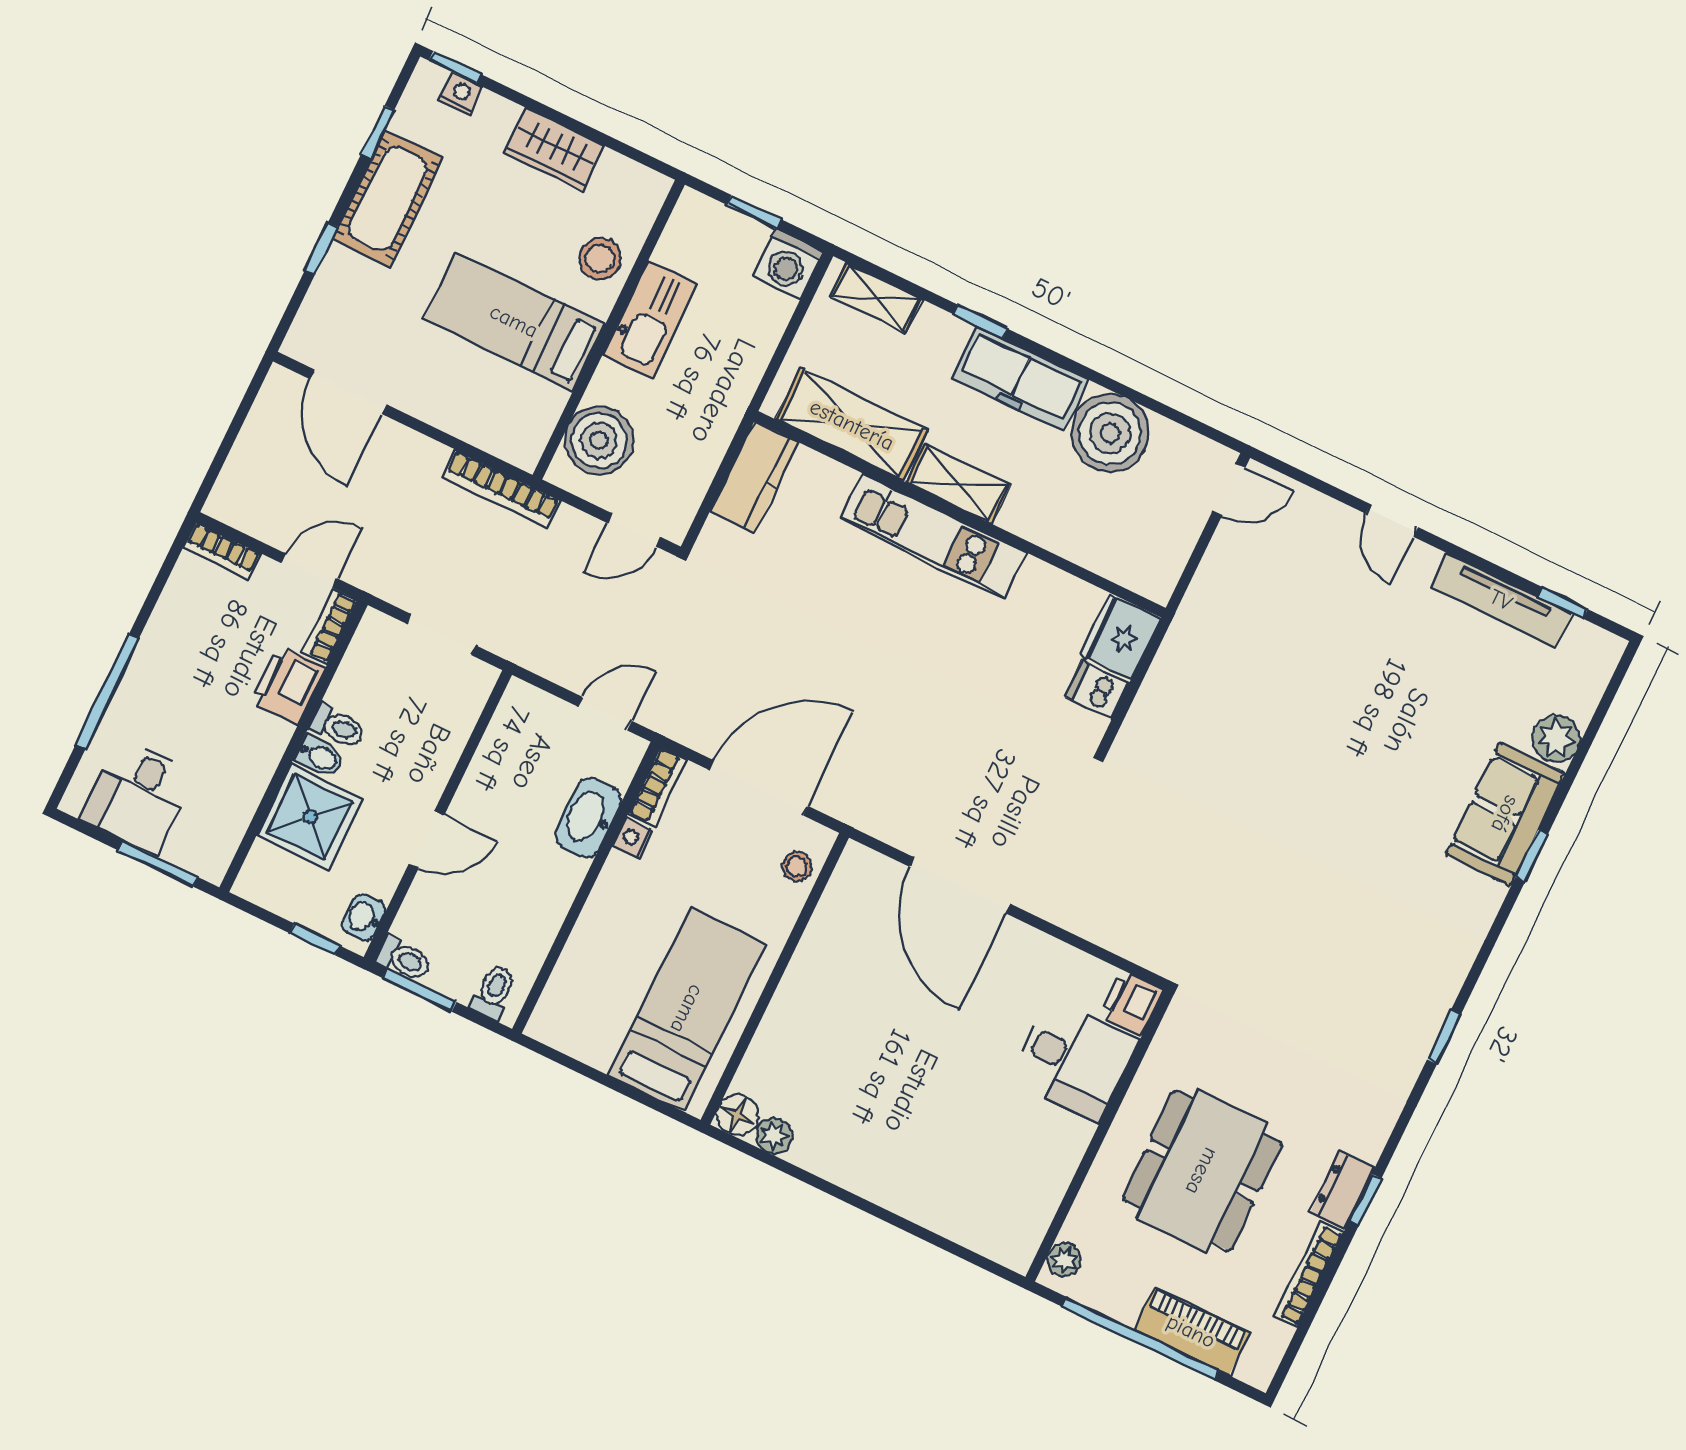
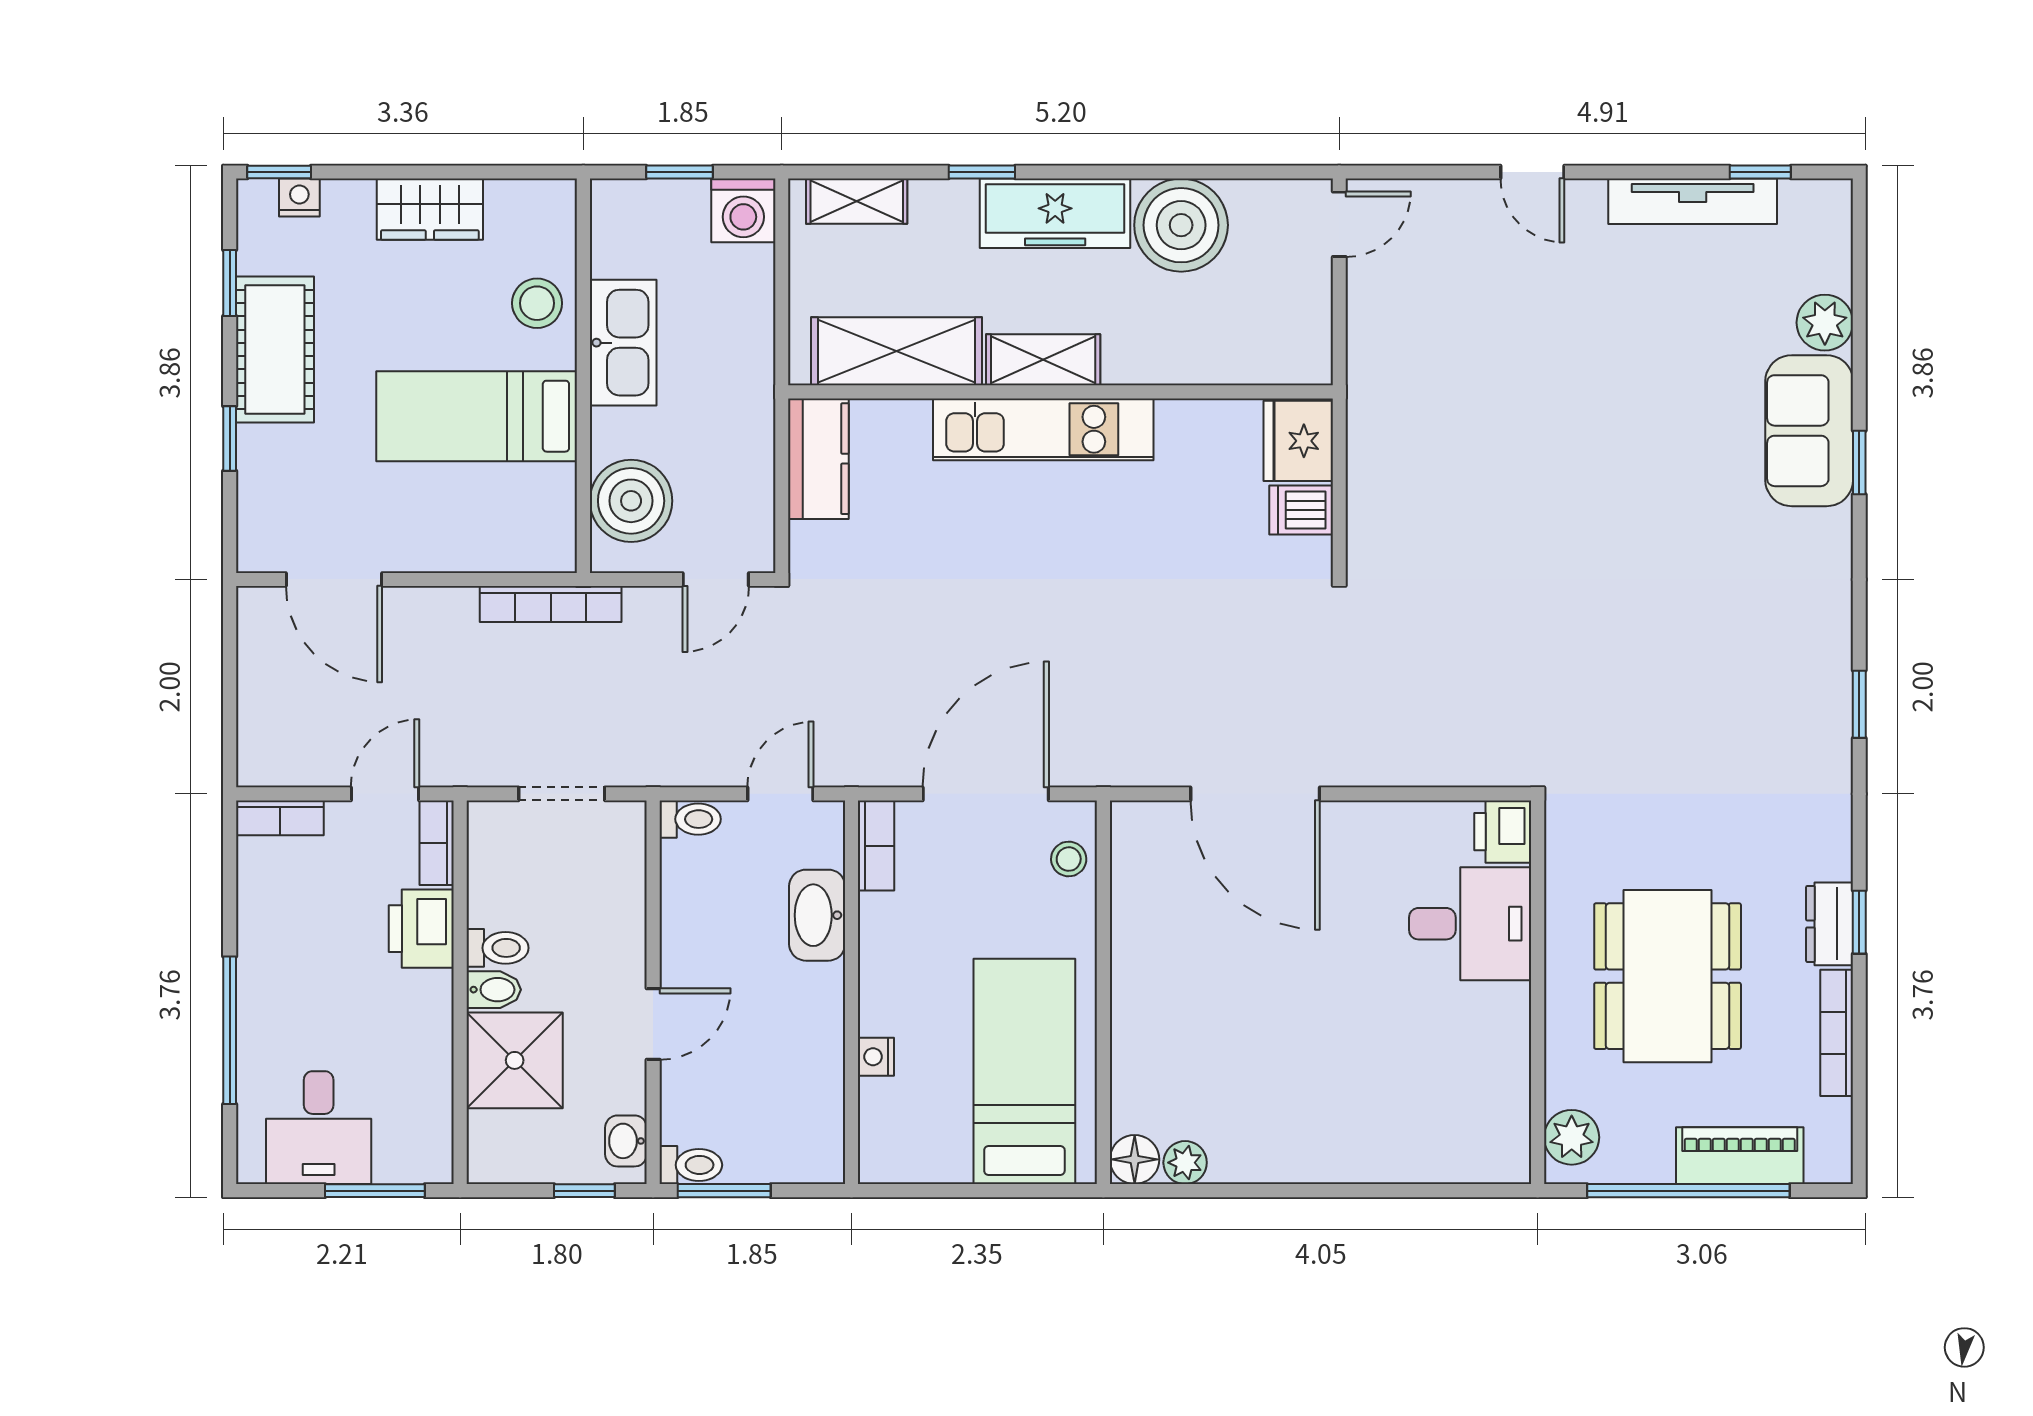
nightstand: (633, 838) -> (876, 1057), moved
toilet: (494, 992) -> (690, 819), moved, turned 90
plant: (1064, 1259) -> (1572, 1137), width x1.38, depth x1.38

